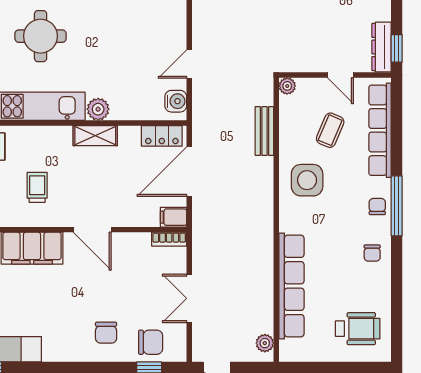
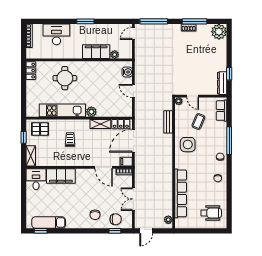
window: (397, 48) -> (229, 74), moved
door: (189, 64) -> (133, 91), hinge flipped
door: (340, 75) -> (193, 96), moved
water cooler: (176, 101) -> (127, 72), moved
row of seats: (380, 130) -> (221, 111), width x0.50
shelving: (95, 136) -> (100, 124), moved
trolley: (37, 187) -> (70, 139), moved
window: (397, 206) -> (229, 141), moved
door: (92, 230) -> (104, 167), moved

